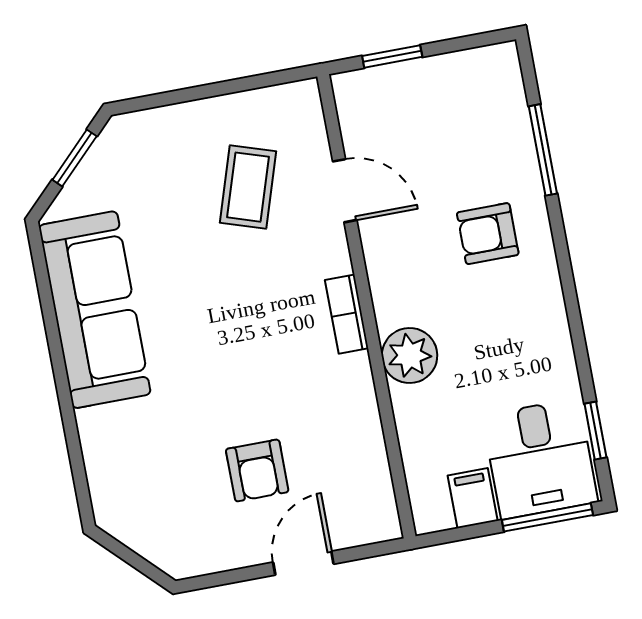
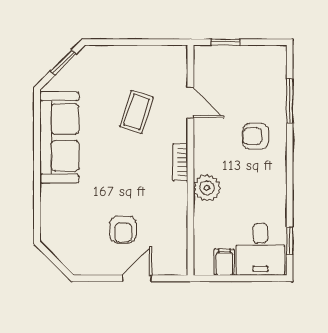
coffee table: (248, 187) -> (137, 112), moved
window: (547, 517) -> (259, 278), removed

